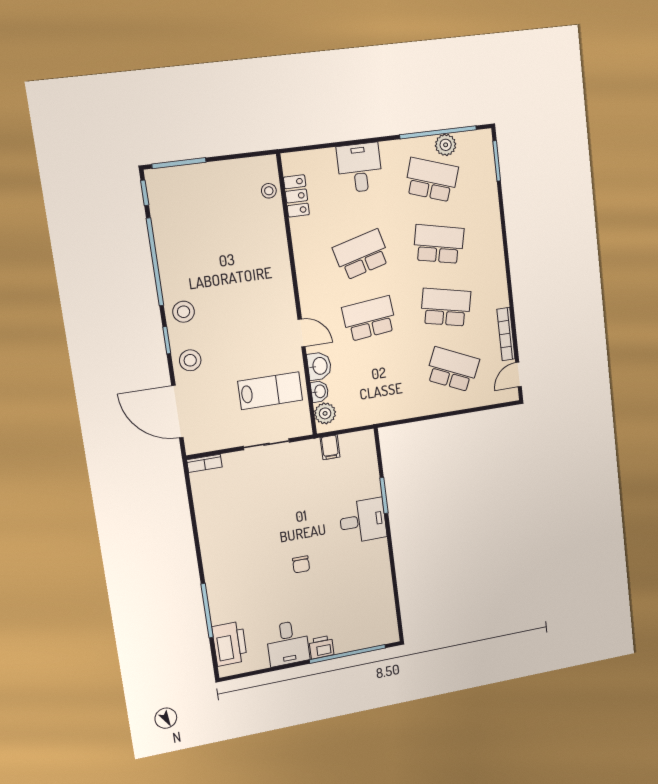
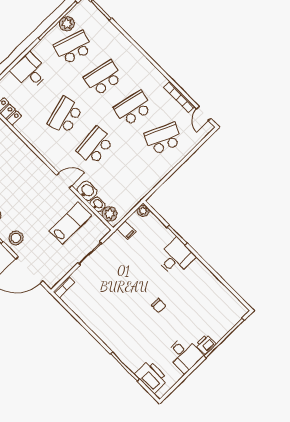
plant: (366, 438) -> (143, 211), added

